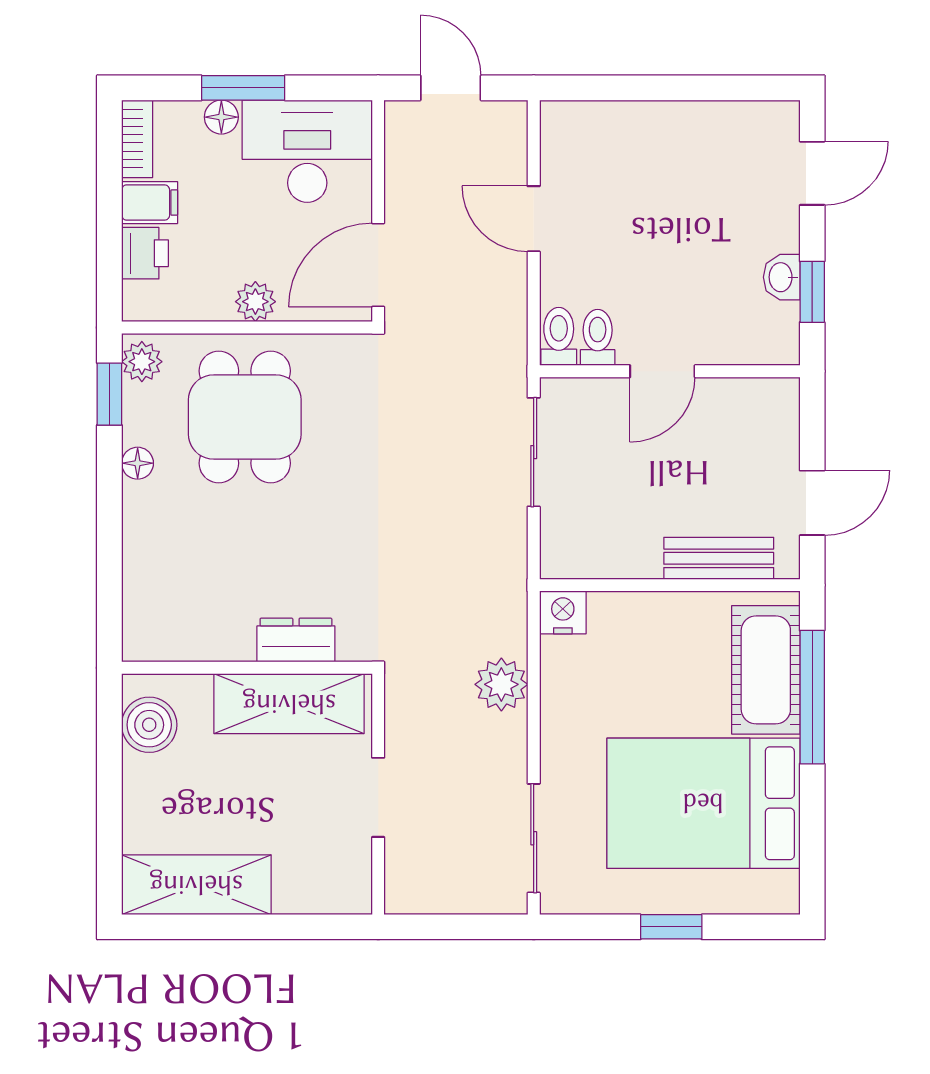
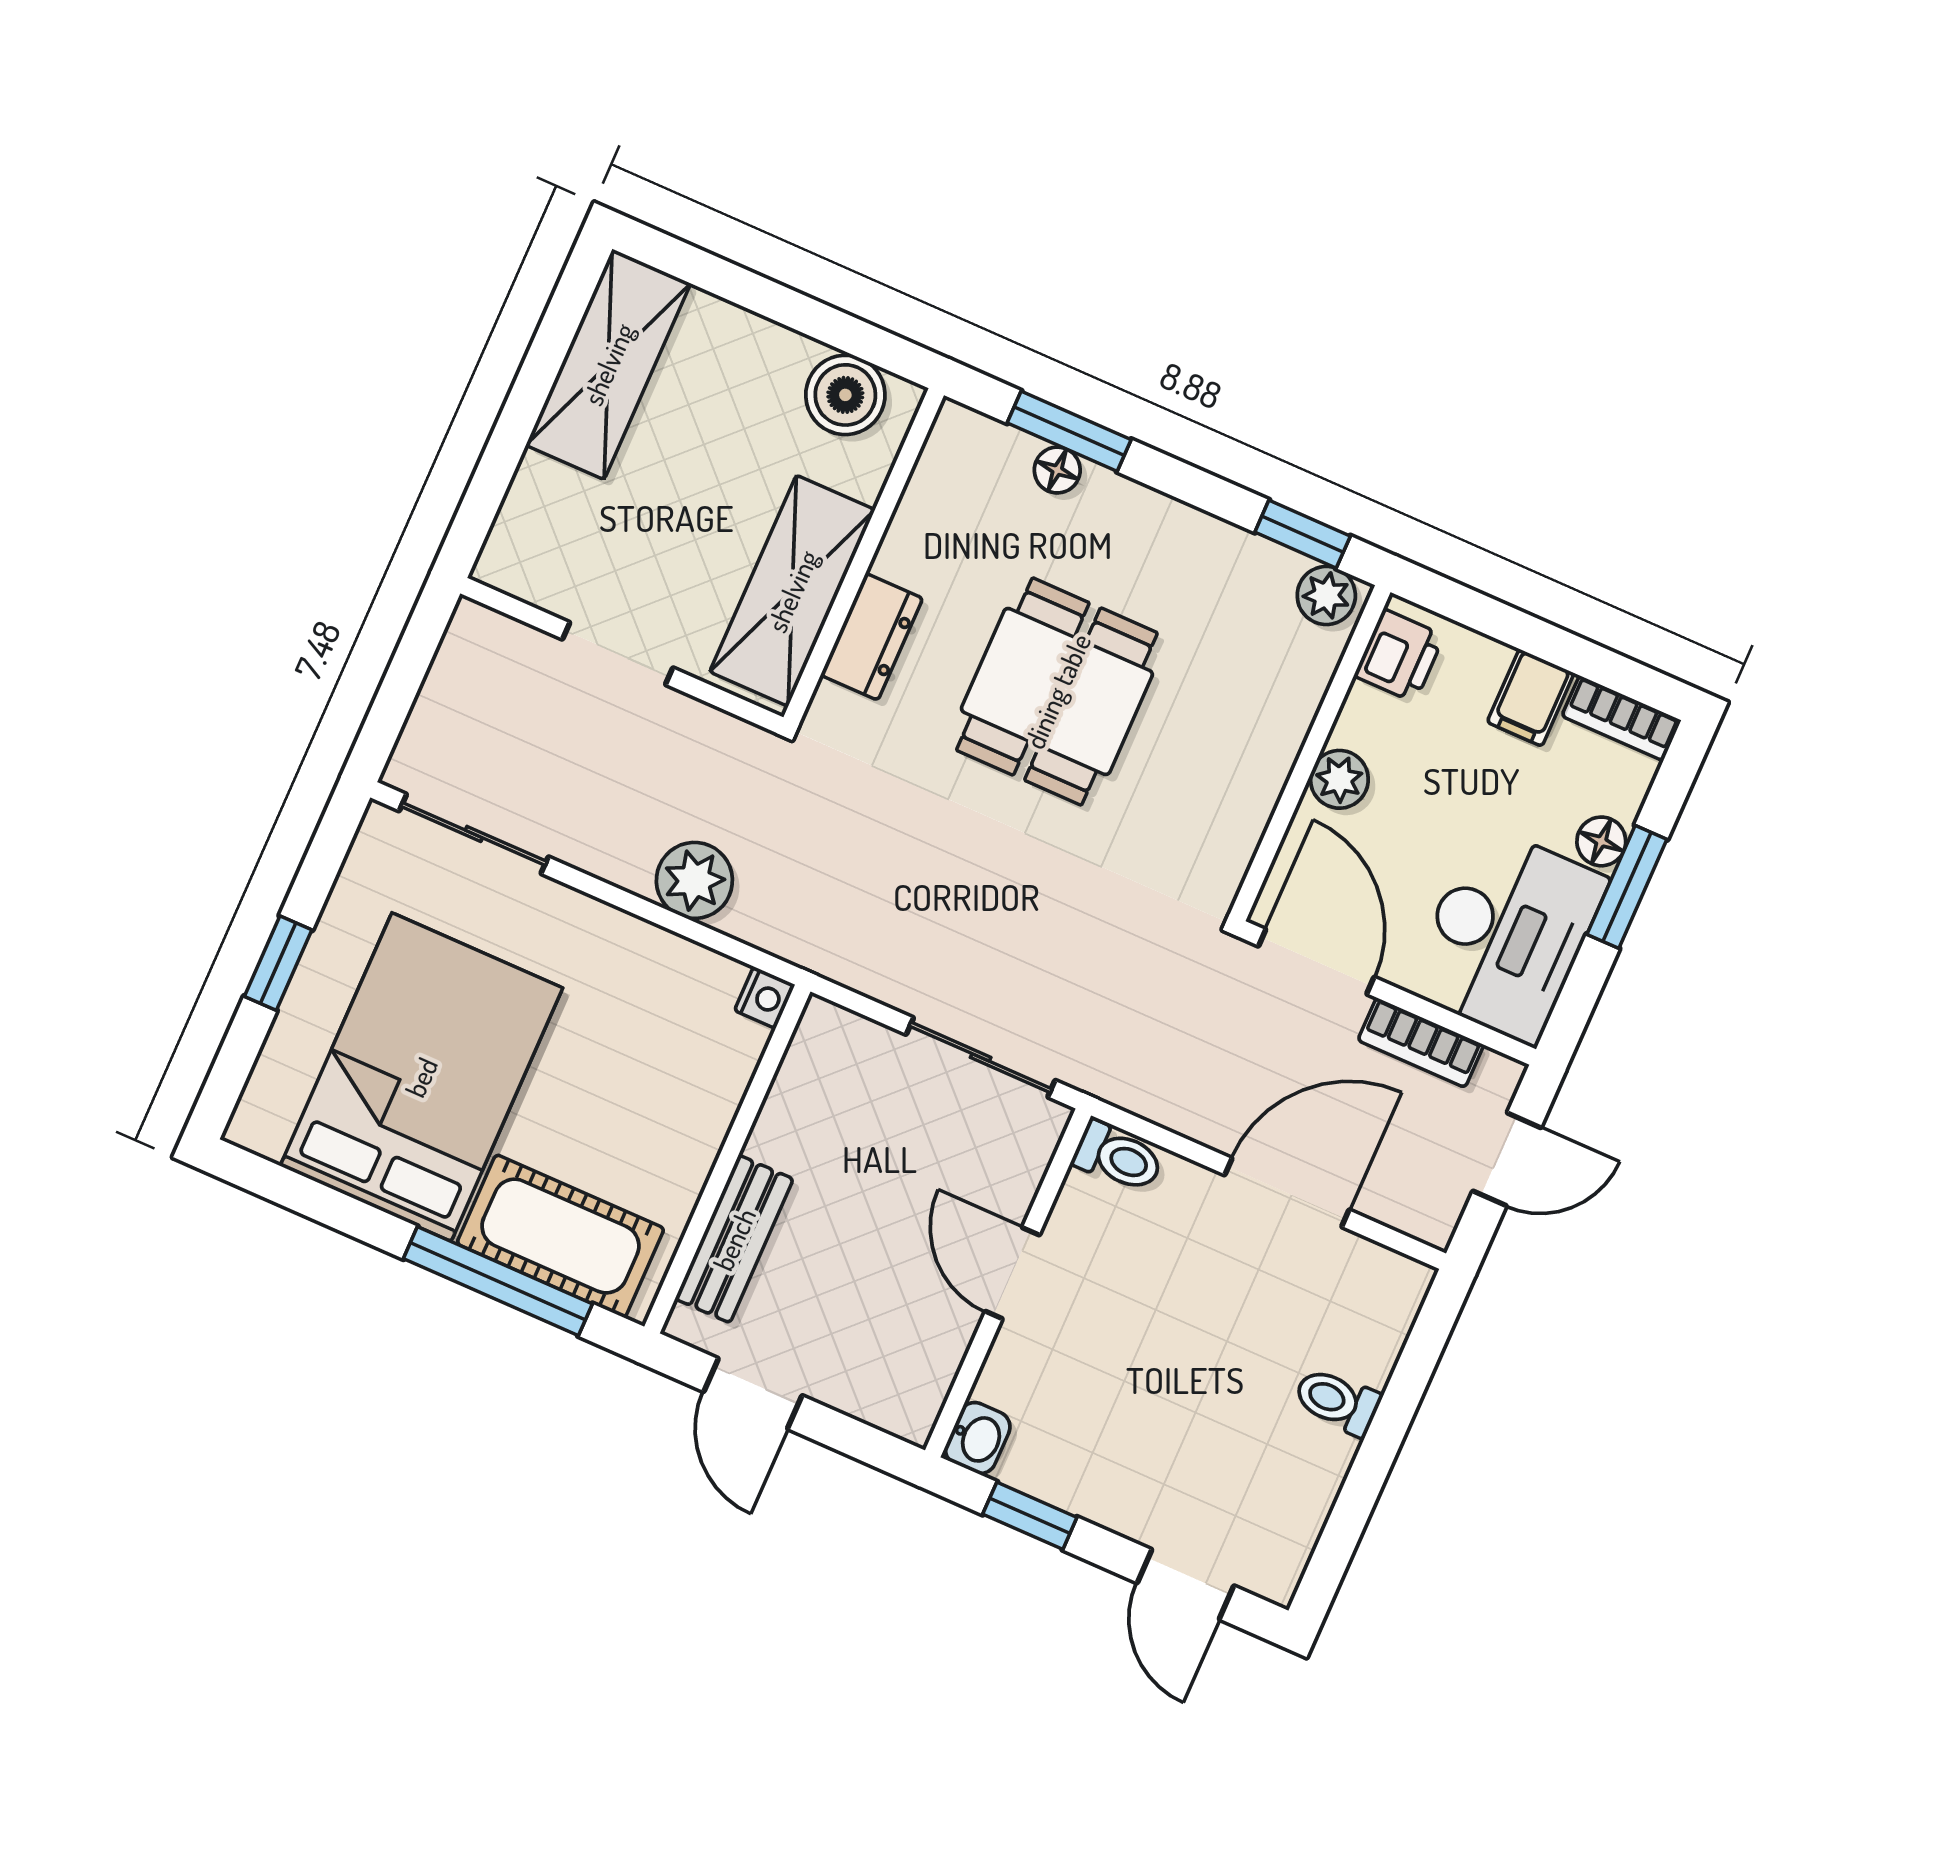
bookcase: (400, 176) -> (1421, 1043), added
door: (534, 219) -> (1287, 1192), width x1.38
printer: (145, 253) -> (1399, 656), moved, turned -90
washbasin: (782, 277) -> (978, 1438), moved, turned 90
toilet: (598, 337) -> (1337, 1401), moved, turned 180
dining table: (245, 417) -> (1057, 691), moved, turned 90
floor lamp: (138, 463) -> (1057, 470), moved
window: (109, 572) -> (1069, 431), added
nightstand: (563, 612) -> (765, 998), width x0.72, depth x0.74

